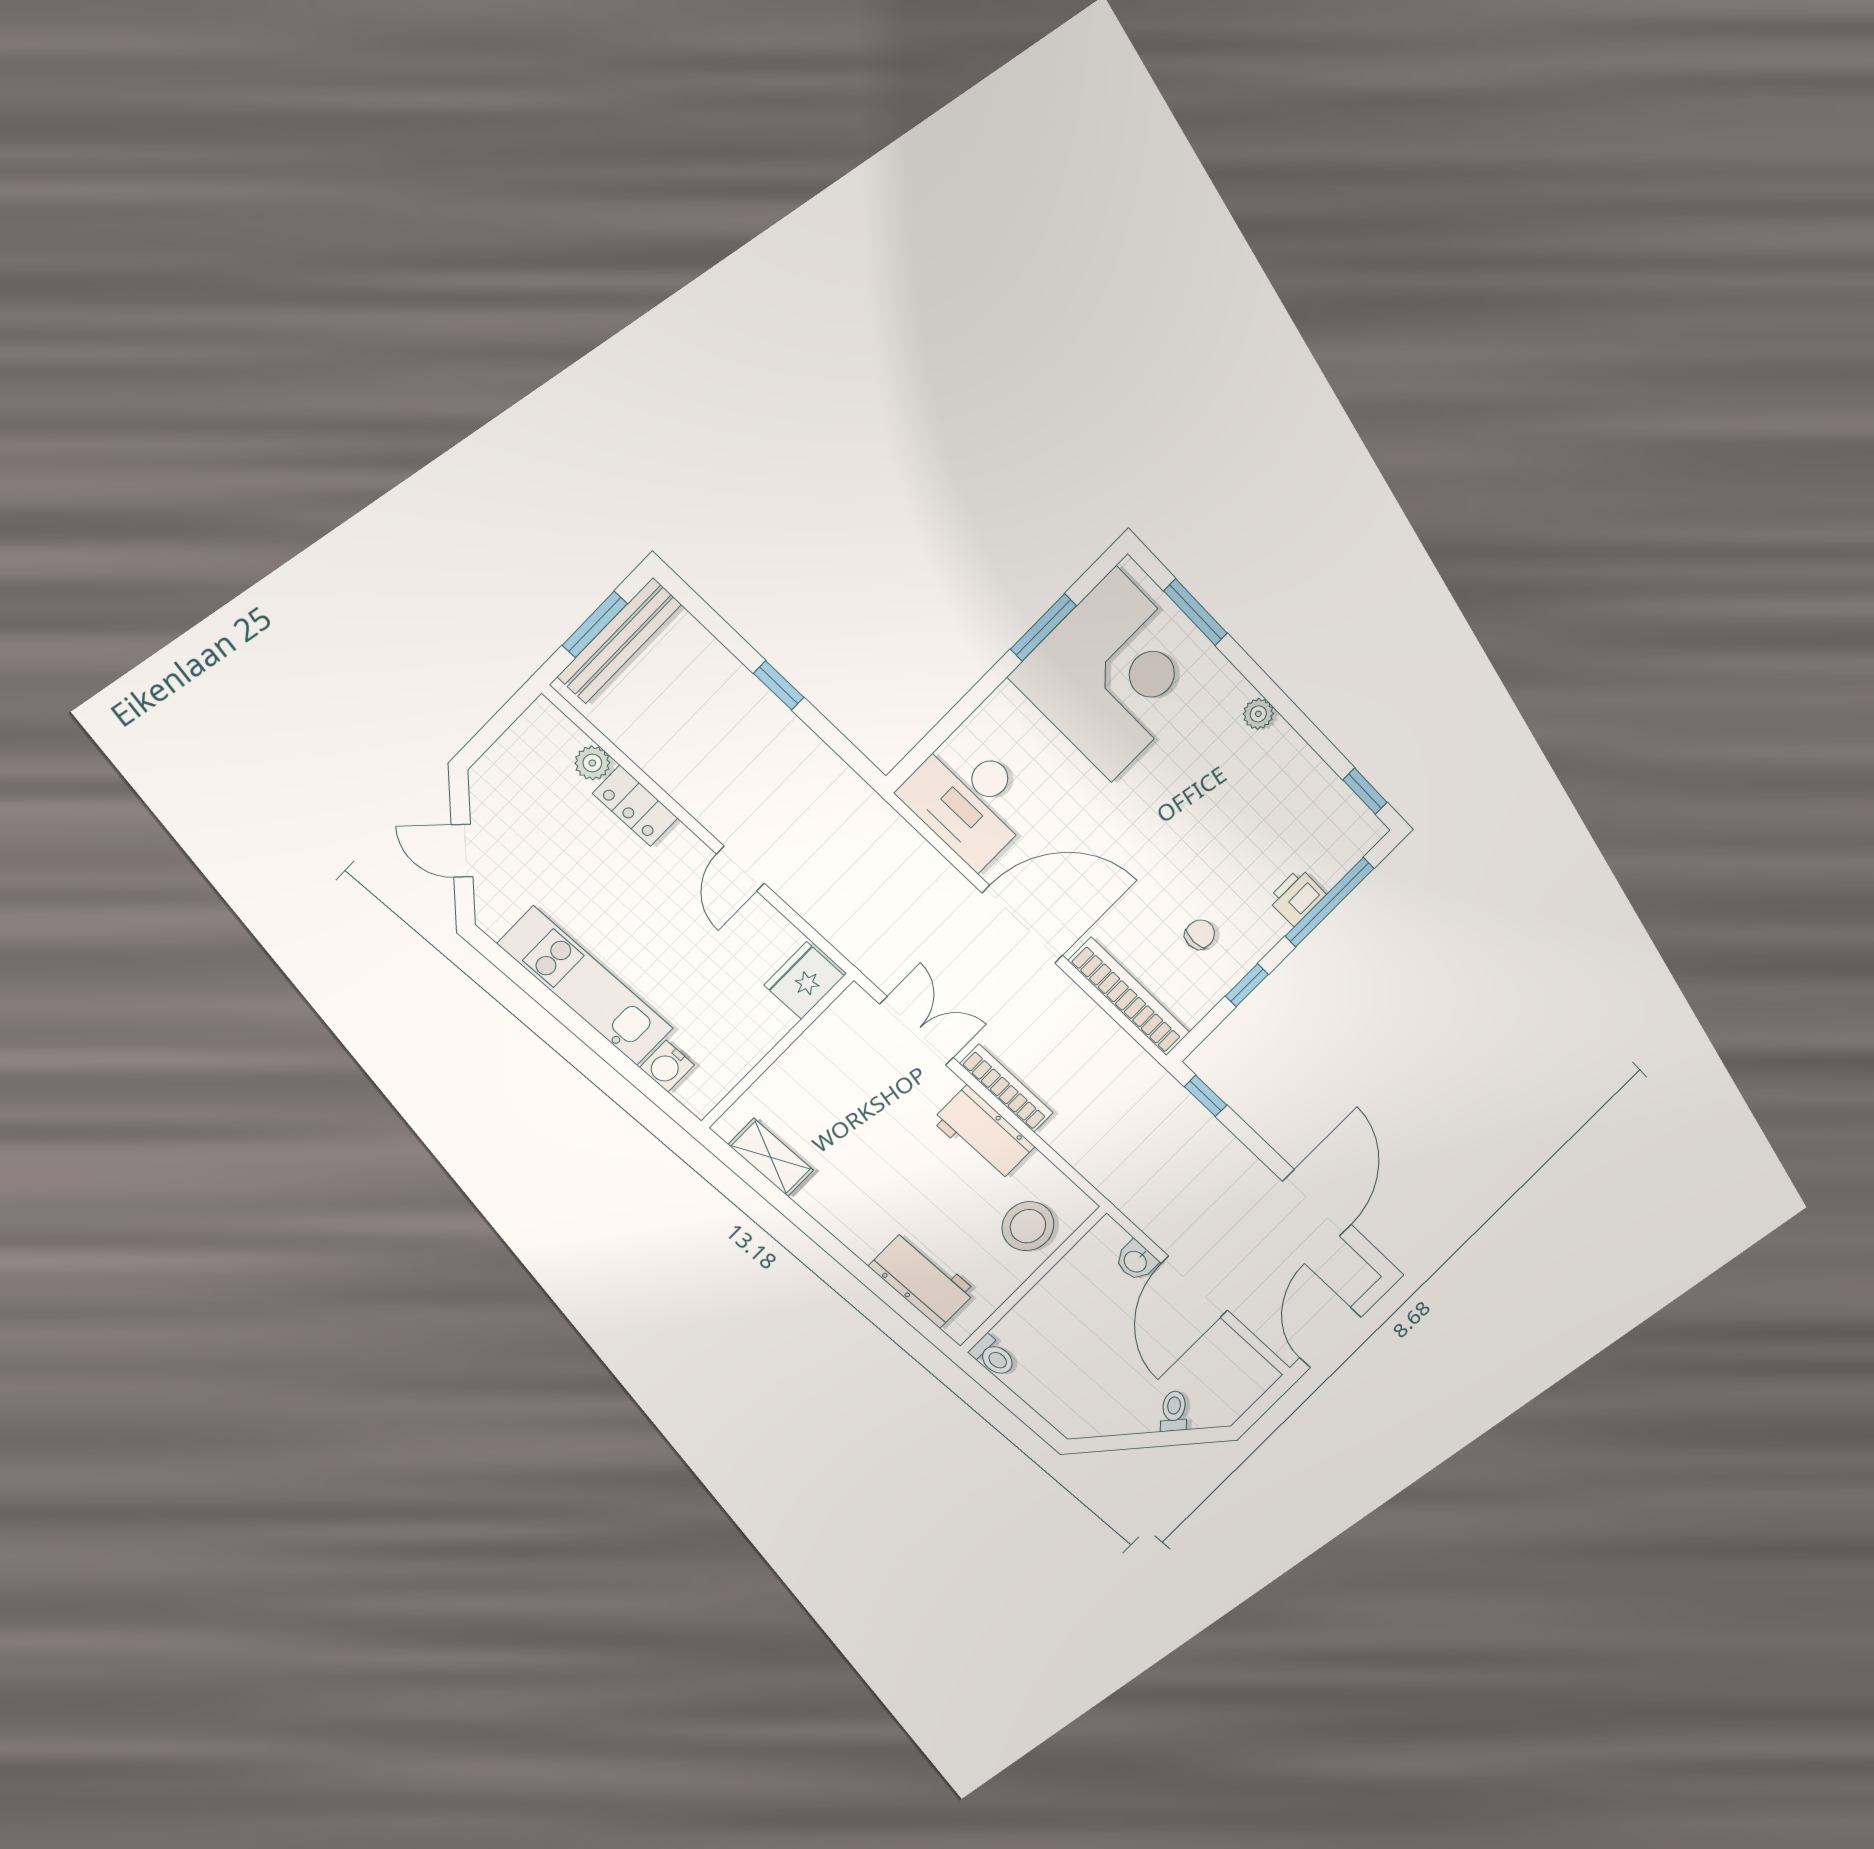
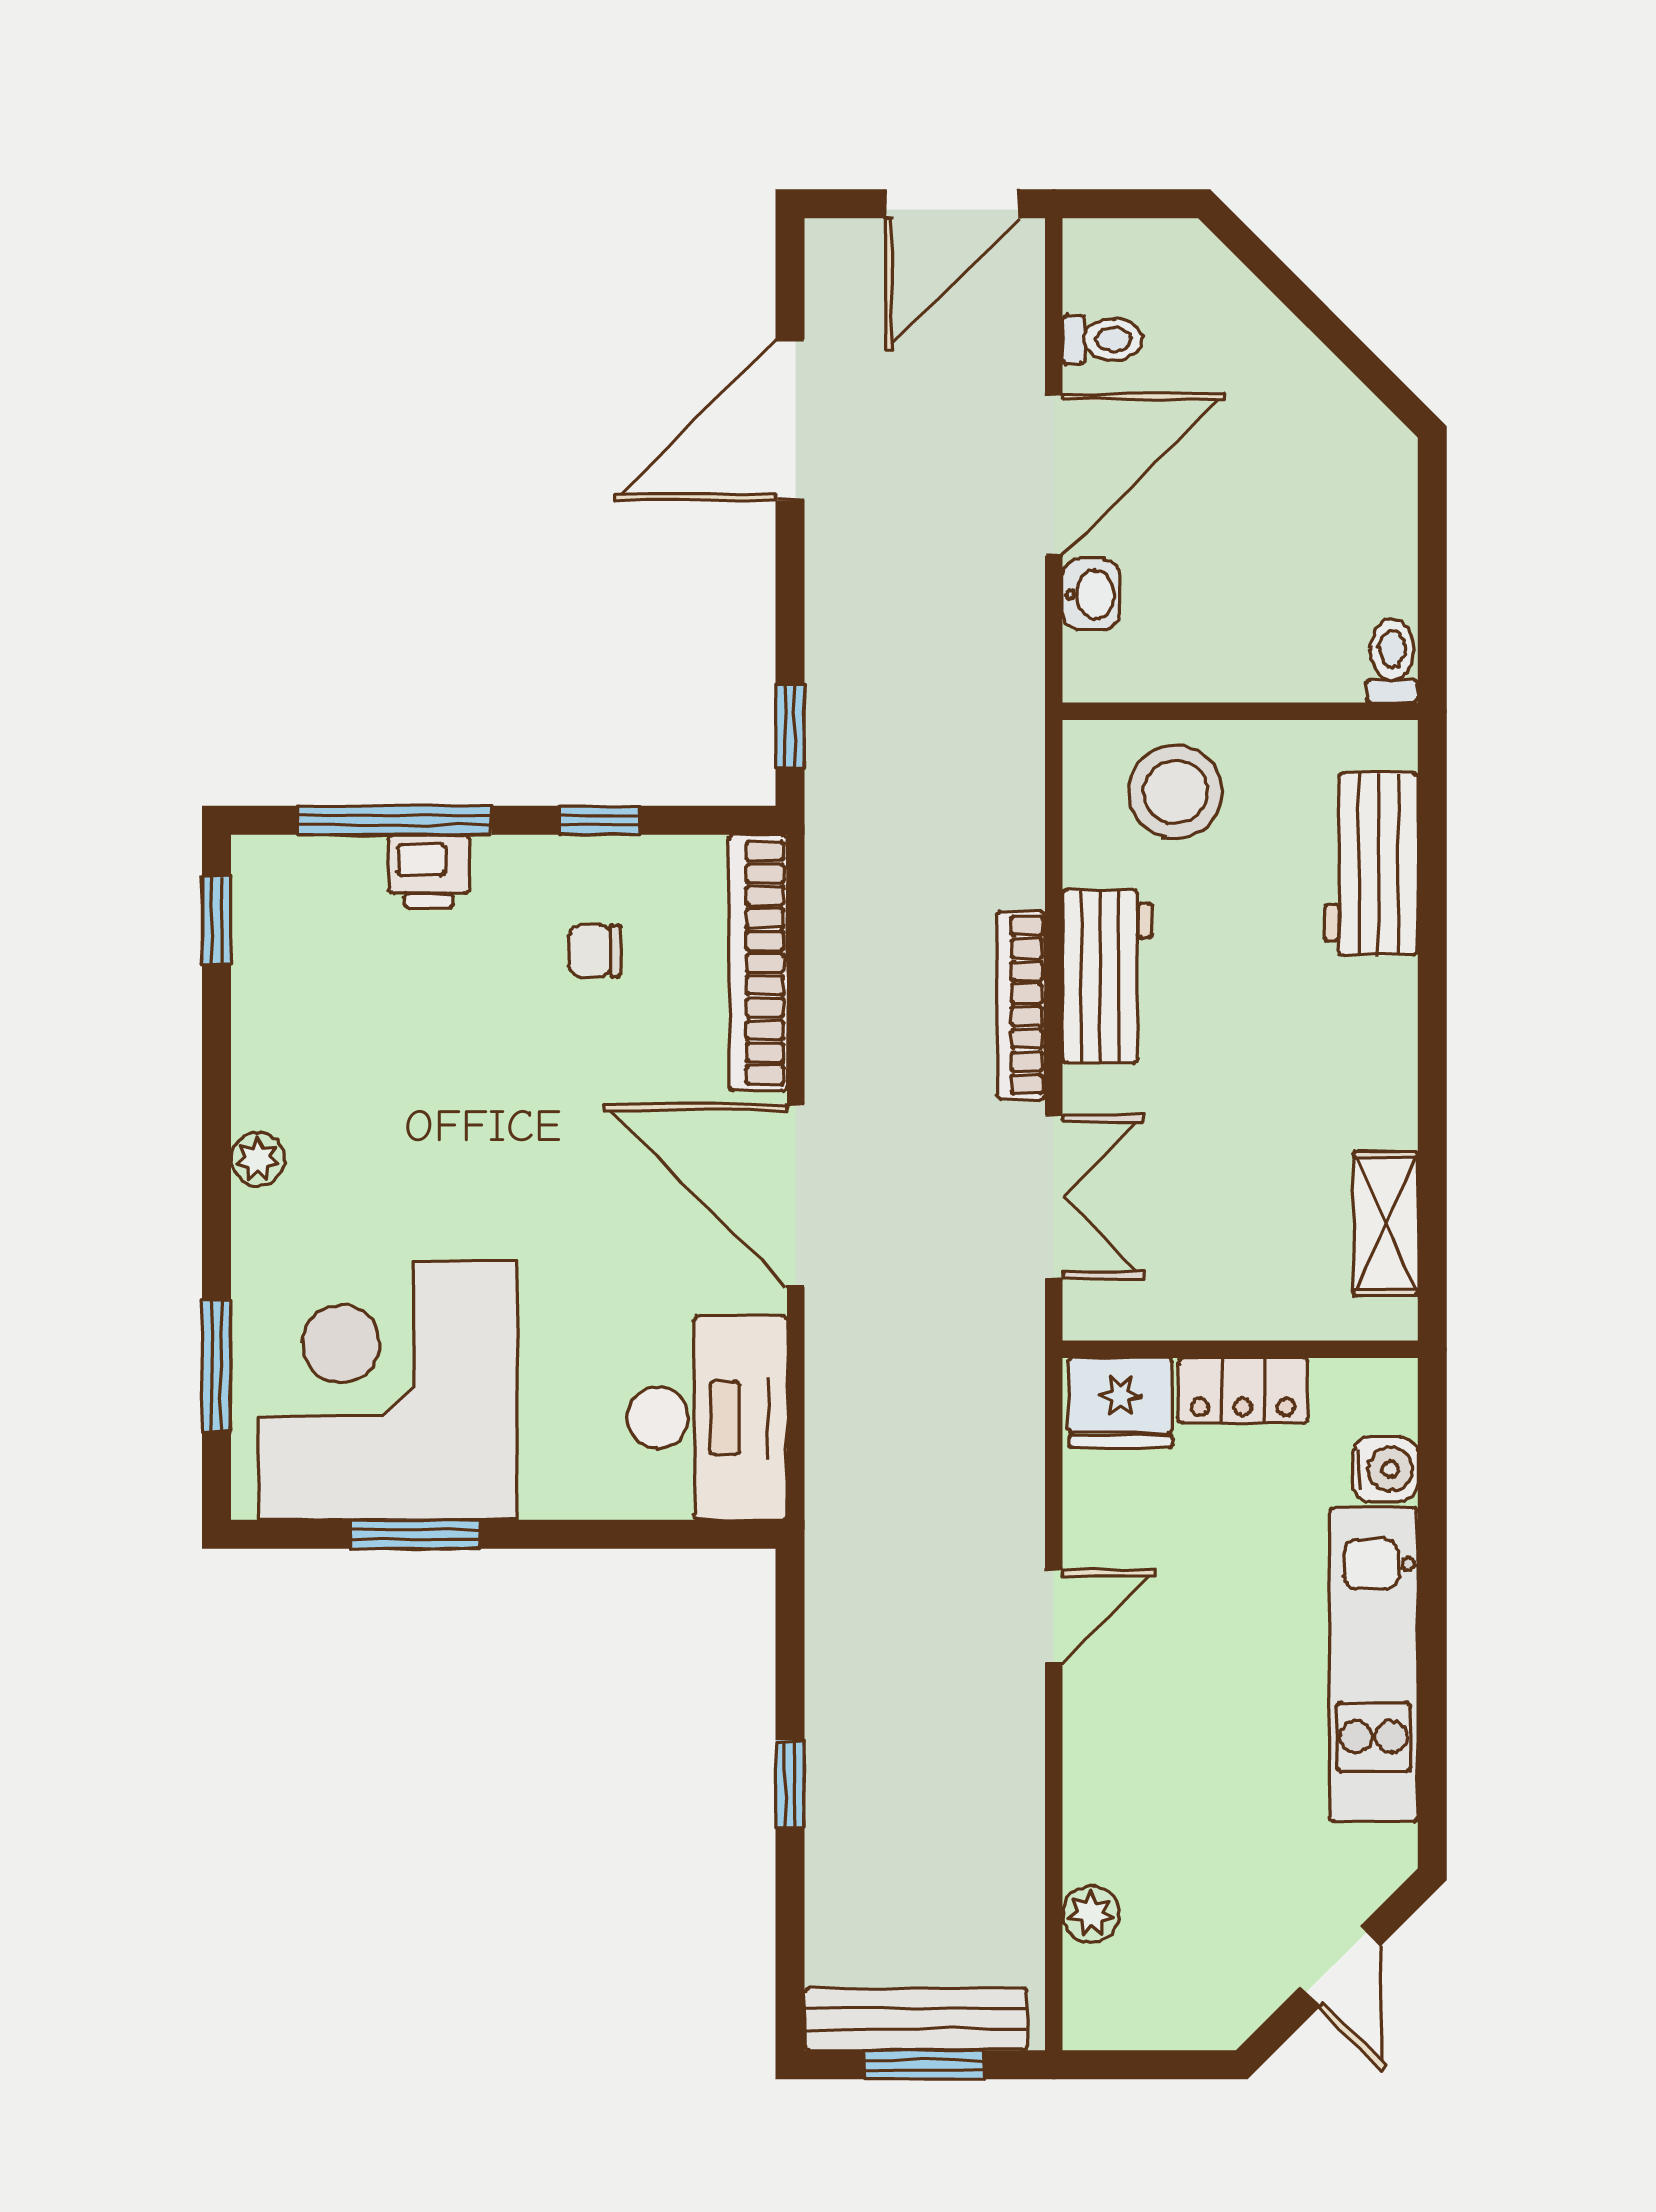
locker: (635, 806) -> (1243, 1391), moved, turned 90
double door: (917, 1031) -> (1054, 1197), swing flipped
toilet: (1174, 1411) -> (1102, 339), moved, turned -135

